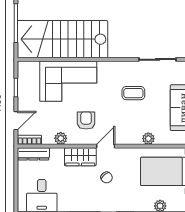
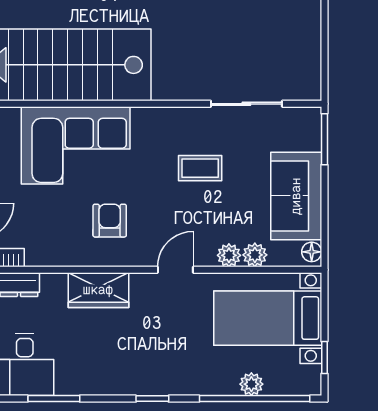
plant: (61, 138) -> (255, 255), moved
door: (106, 146) -> (175, 270), moved
chair: (107, 177) -> (149, 330), removed

